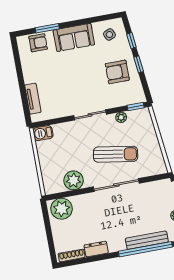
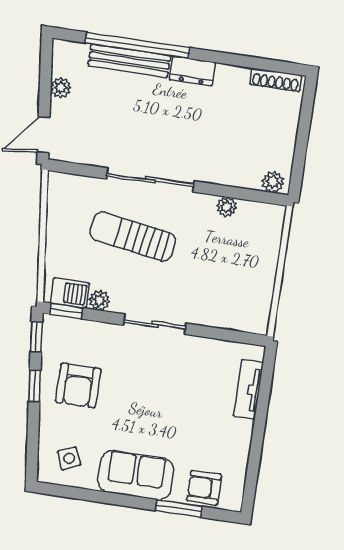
window: (131, 41) -> (36, 337), moved
armchair: (117, 72) -> (78, 385), turned 90
barbecue: (43, 133) -> (70, 293), moved
plant: (74, 180) -> (227, 207), width x0.53, depth x0.53
plant: (62, 209) -> (273, 182), width x0.53, depth x0.53
dresser: (96, 249) -> (192, 71), moved

